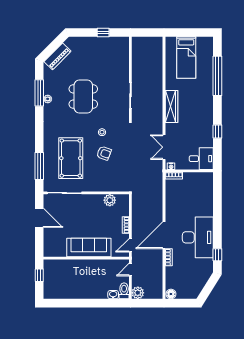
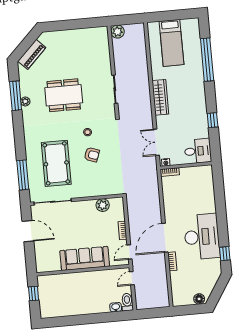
window: (103, 32) -> (79, 24), removed
dining table: (83, 97) -> (64, 95), turned 90
plant: (138, 293) -> (117, 32), moved
floor lamp: (171, 294) -> (199, 299), moved

